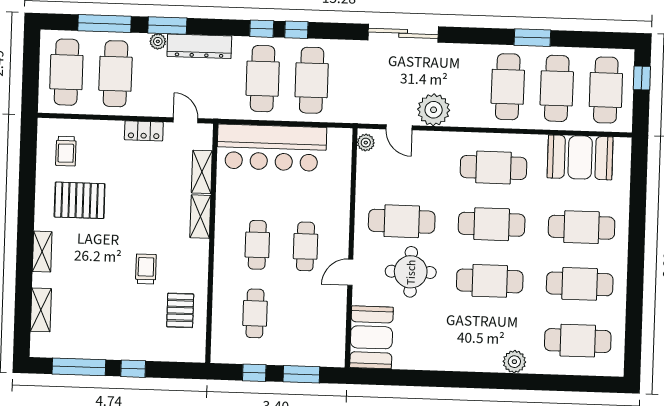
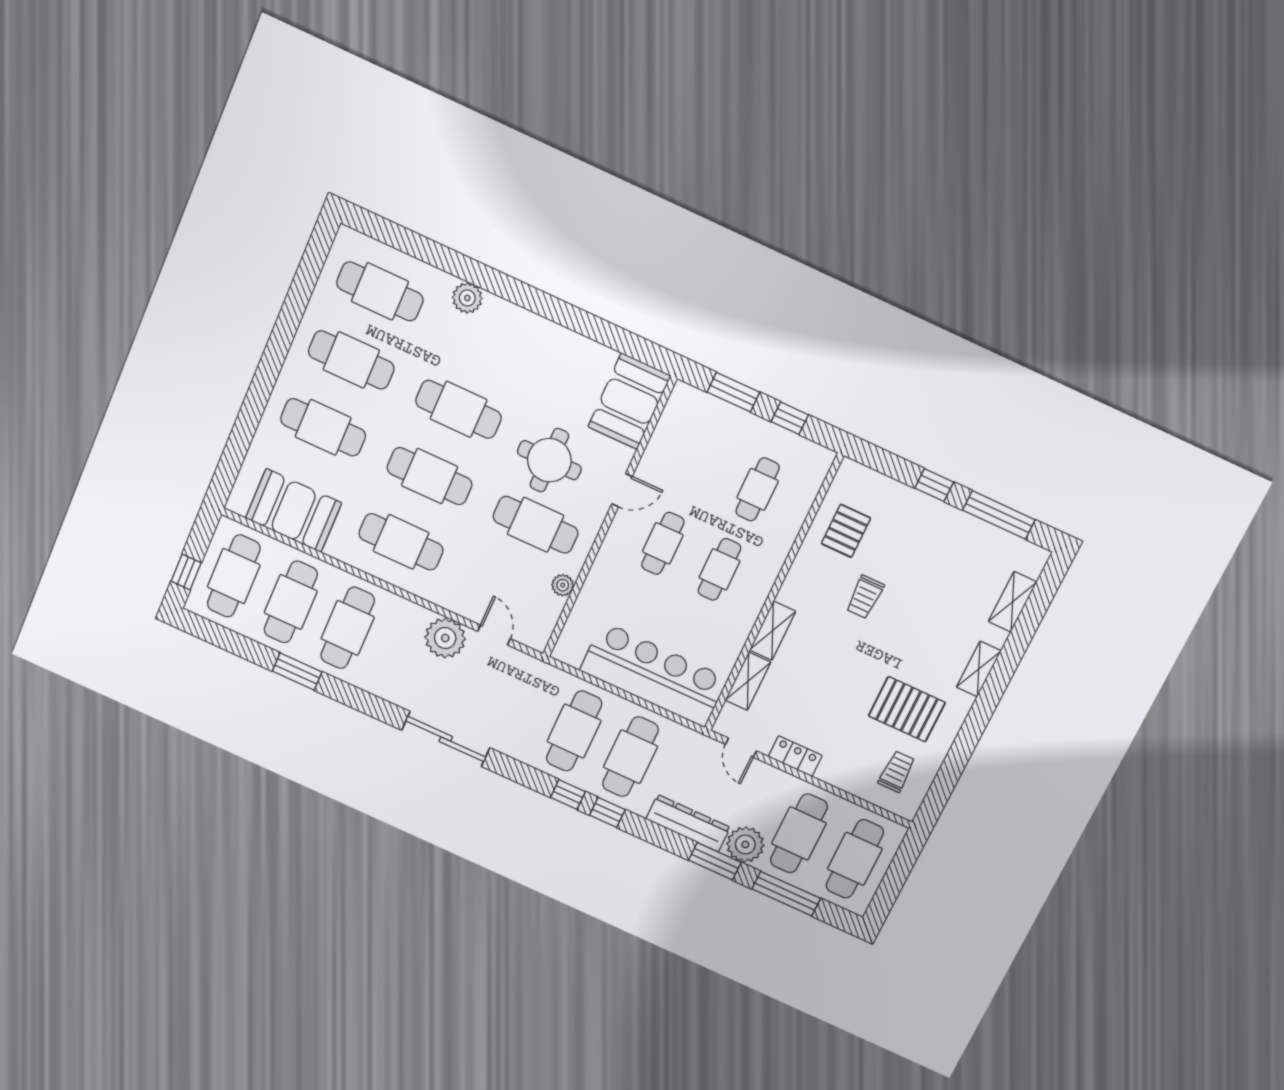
plant: (158, 41) -> (745, 845), width x1.87, depth x1.87
plant: (366, 143) -> (563, 585), moved

